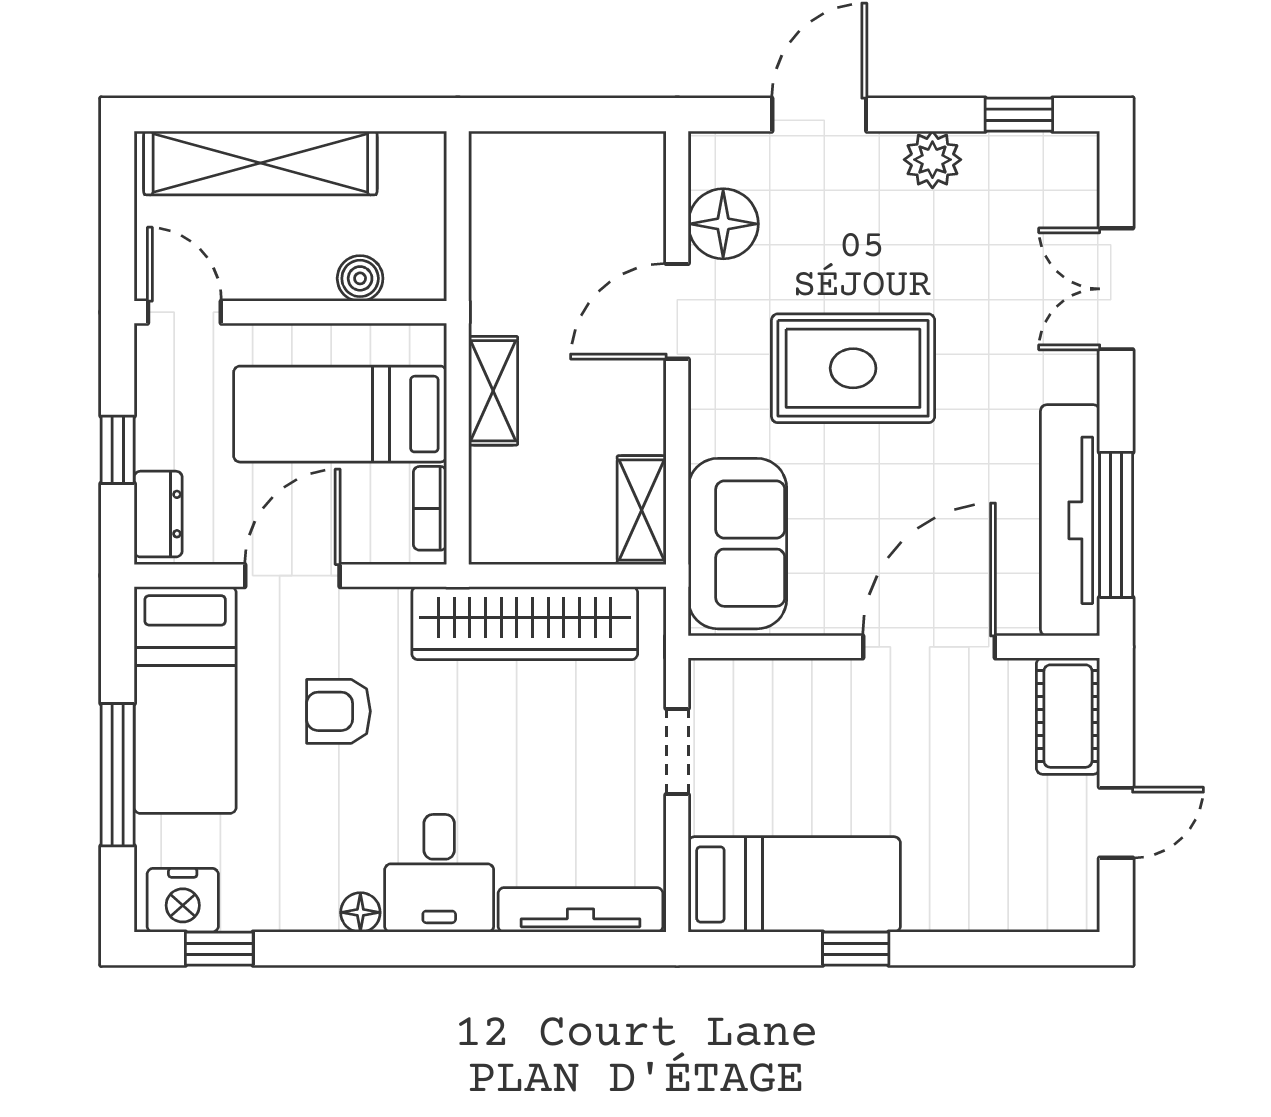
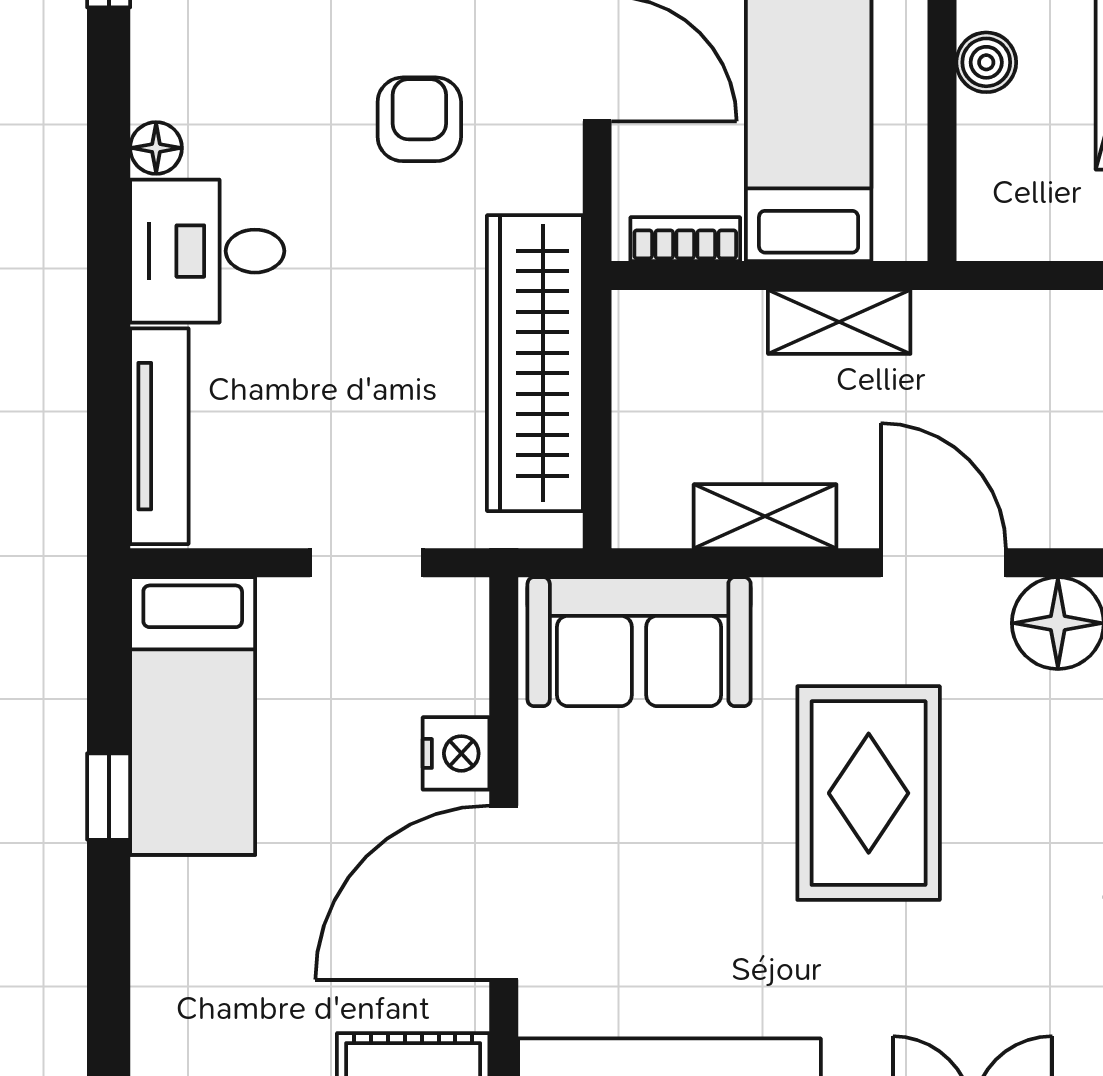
boiler: (360, 278) -> (986, 62), moved
shelving: (642, 510) -> (765, 516), moved
door: (929, 647) -> (504, 893), swing flipped
nightstand: (823, 683) -> (456, 753), added

